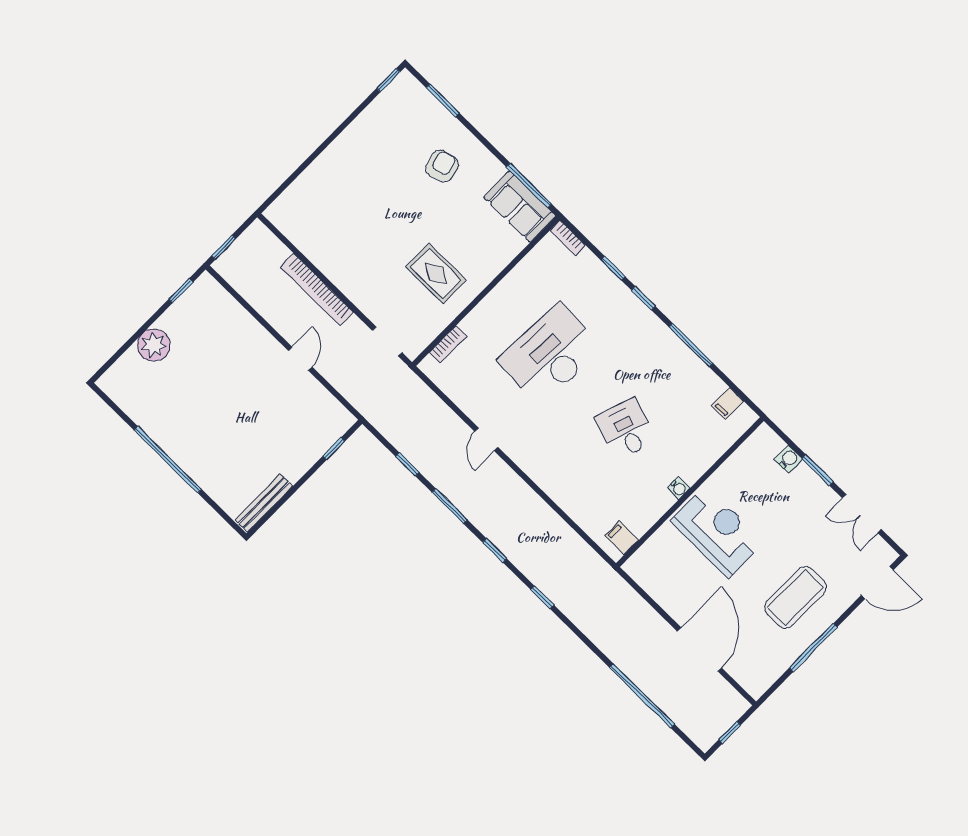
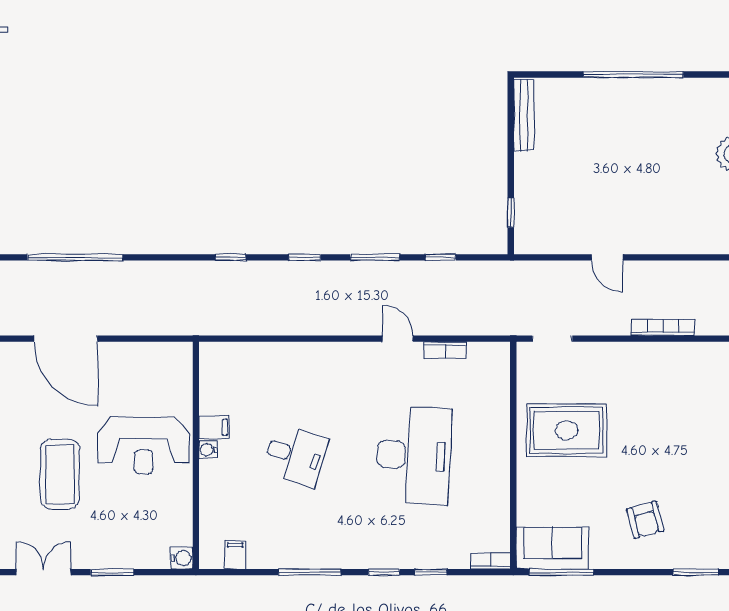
rug: (436, 274) -> (566, 430), width x1.36, depth x1.43
bookcase: (317, 290) -> (663, 327), width x0.68, depth x0.76
bookcase: (448, 344) -> (445, 350), moved, turned -90
water cooler: (788, 459) -> (182, 558), moved, turned -90
filing cabinet: (622, 538) -> (214, 427), moved
coffee table: (795, 597) -> (60, 474), moved

